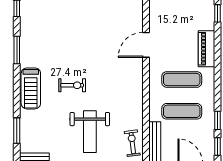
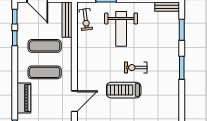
window: (17, 50) -> (182, 68), moved
treadmill: (31, 88) -> (124, 90), moved, turned -90
weight bench: (90, 132) -> (121, 29), turned 180

